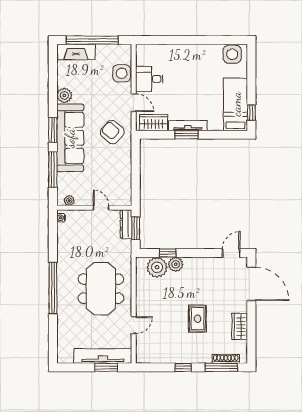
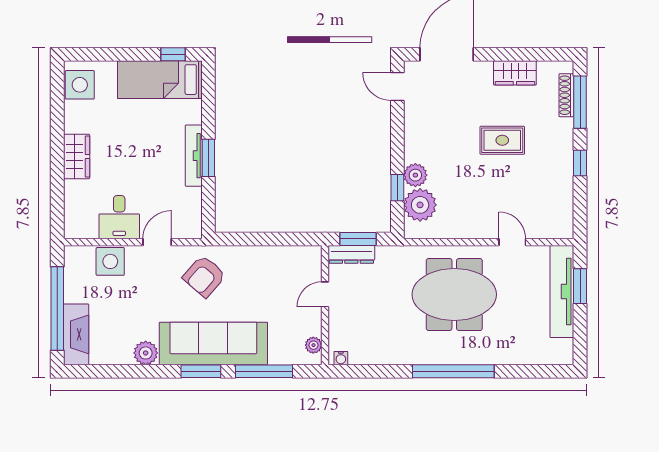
wardrobe: (154, 123) -> (77, 156), moved, turned 180

